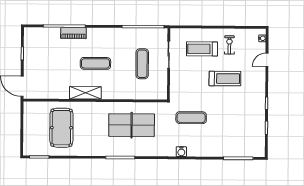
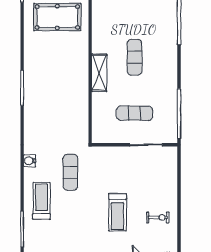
piano: (73, 33) -> (171, 31), removed
treadmill: (202, 49) -> (41, 201), moved
shelving: (85, 93) -> (99, 73), moved
table tennis table: (132, 125) -> (61, 101), removed

